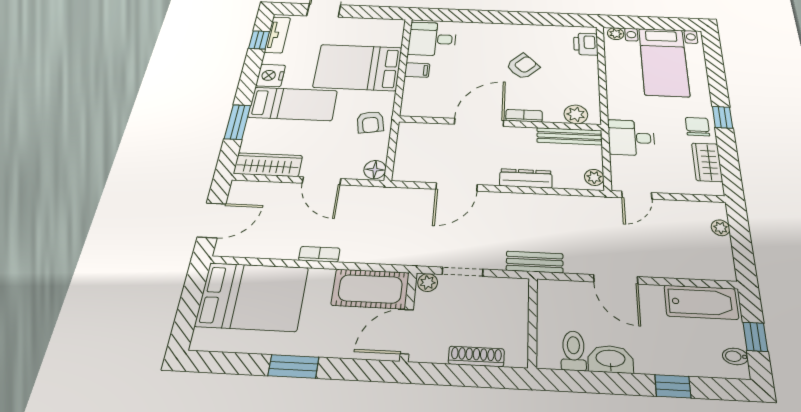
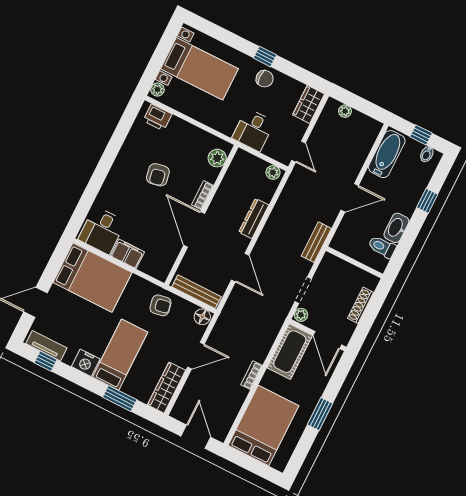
armchair: (523, 66) -> (158, 175), turned -147
bed: (358, 67) -> (92, 278), moved, turned -90
filing cabinet: (417, 70) -> (127, 254), width x2.00
chair: (697, 127) -> (265, 79), turned 180
bench: (569, 136) -> (197, 292), moved, turned 90
wardrobe: (707, 162) -> (309, 104), moved, turned 90

